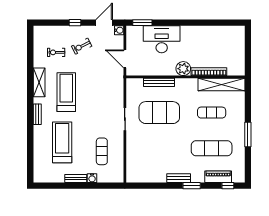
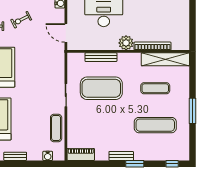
exercise mat: (102, 151) -> (56, 128), moved
piano: (218, 177) -> (81, 154), moved
water cooler: (92, 178) -> (48, 156), moved

